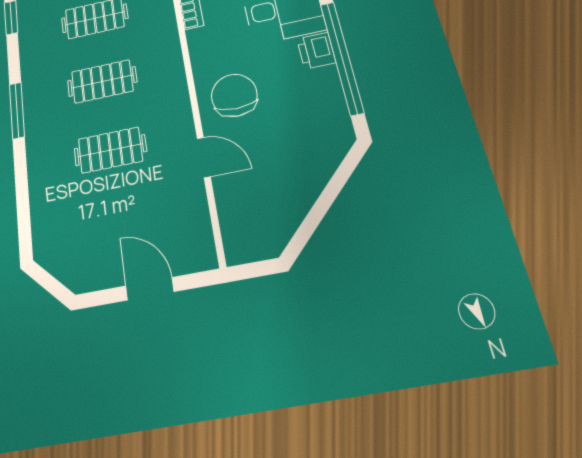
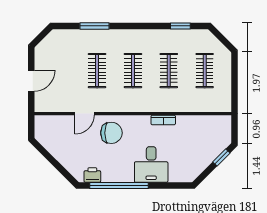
printer: (316, 51) -> (92, 175), moved
window: (17, 110) -> (94, 26), moved

